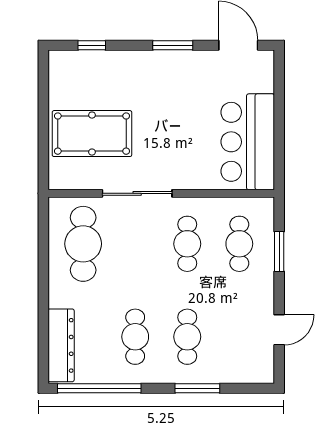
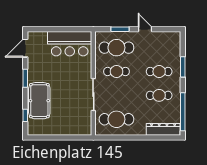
pool table: (92, 134) -> (39, 101), moved
cafe table: (239, 244) -> (116, 48), width x1.37, depth x1.35
door: (279, 330) -> (145, 29), moved

